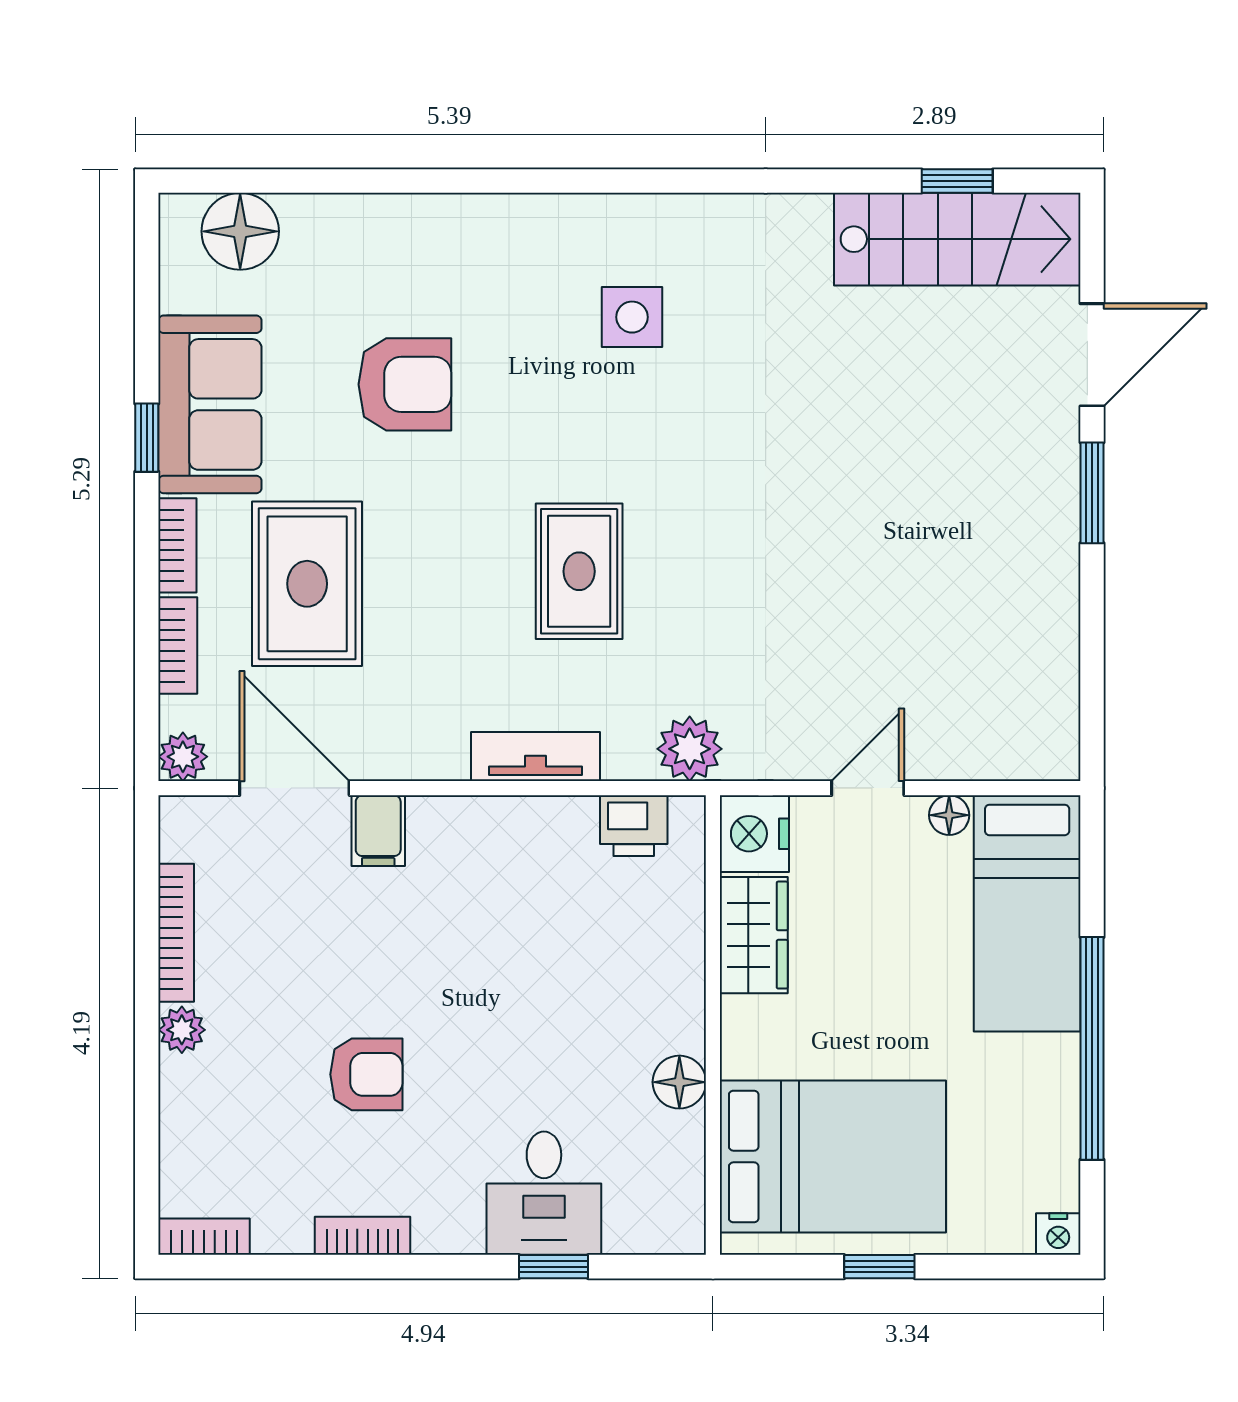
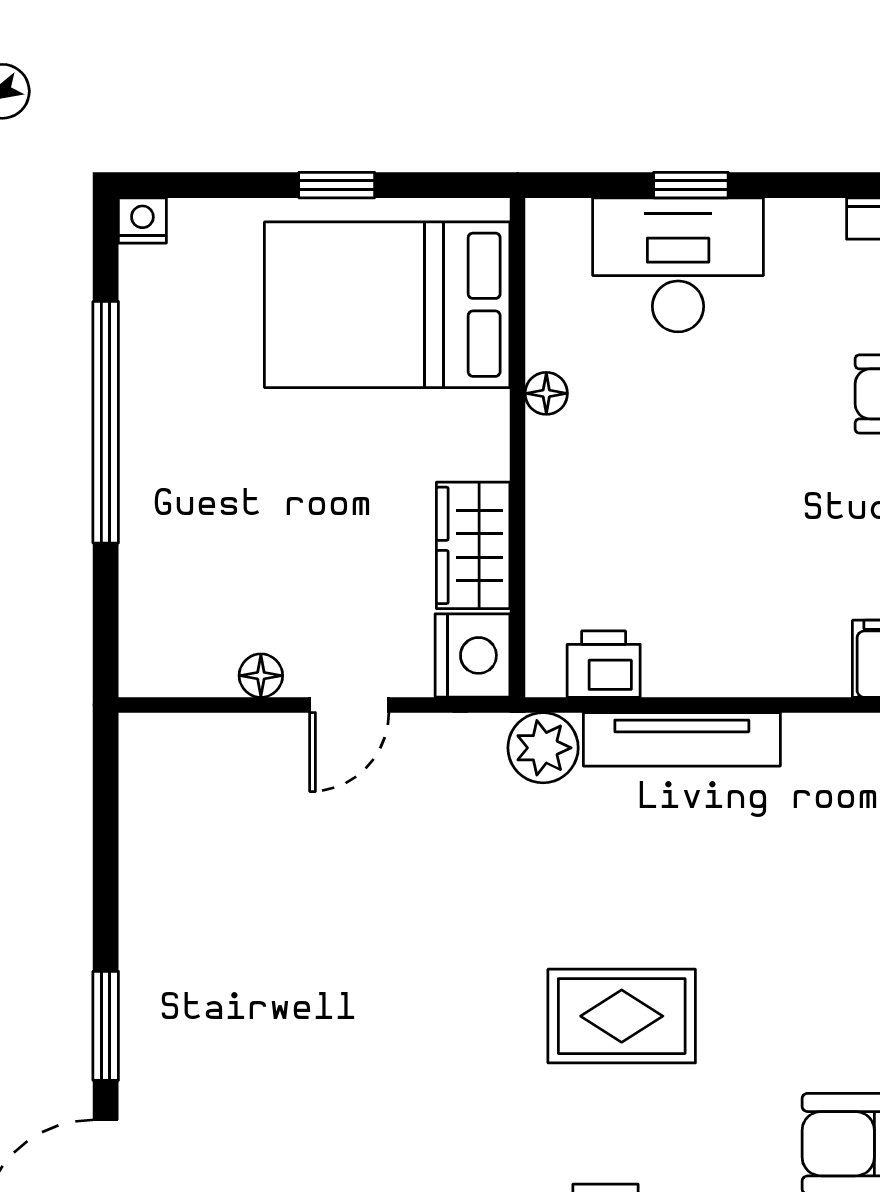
rug: (579, 571) -> (622, 1016), moved, turned 90
tv unit: (535, 757) -> (682, 739), width x1.41
bed: (1027, 913) -> (176, 569), removed
floor lamp: (679, 1082) -> (546, 393), width x0.73, depth x0.73
desk: (544, 1193) -> (678, 265), width x1.37

